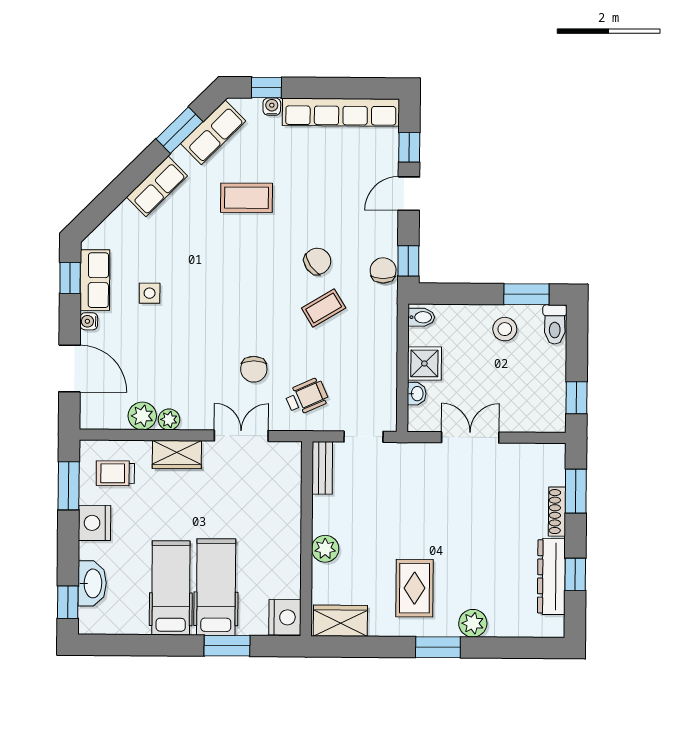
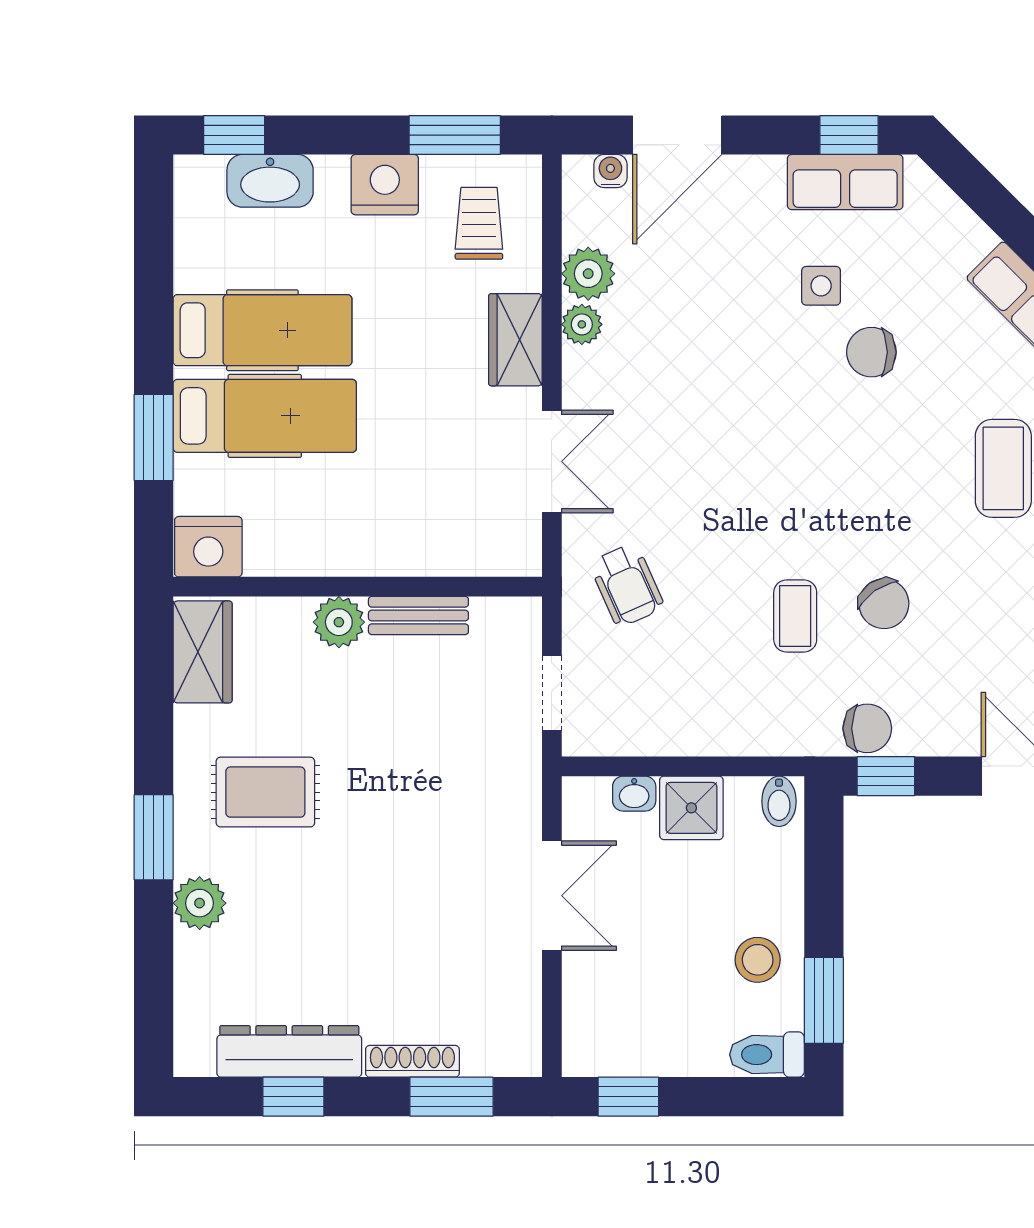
coffee table: (324, 308) -> (795, 616), turned 31
water cooler: (89, 321) -> (610, 171), moved
chair: (254, 369) -> (871, 352), moved
bench: (322, 468) -> (418, 616), moved

